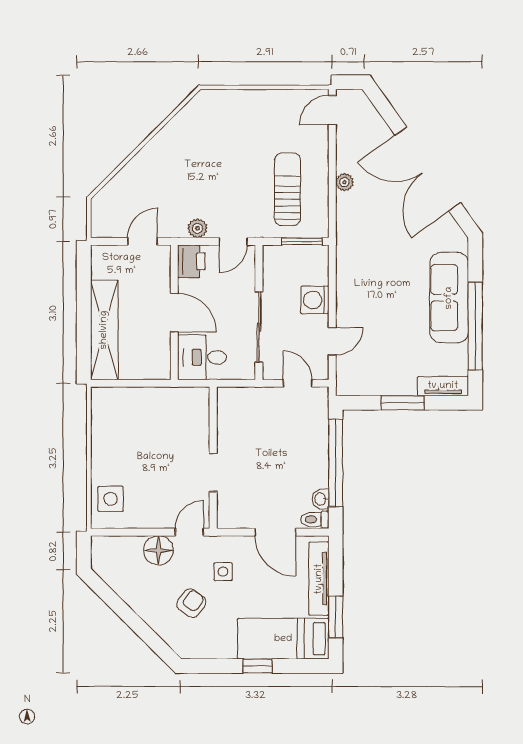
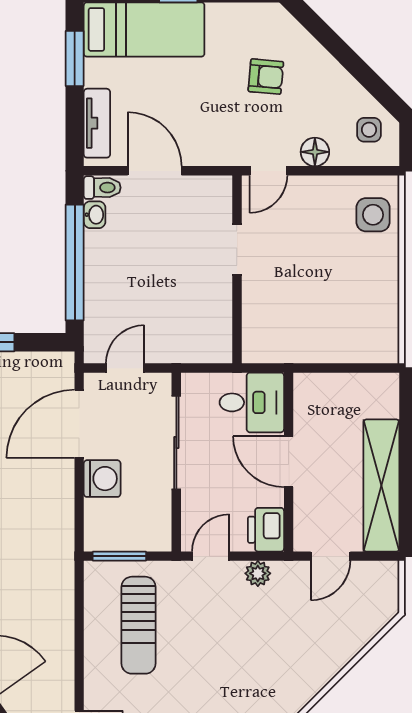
plant: (344, 182) -> (63, 635), removed
shelving: (104, 330) -> (381, 486), moved
door: (332, 341) -> (79, 424), width x1.87
door: (298, 383) -> (125, 368), swing flipped
floor lamp: (158, 550) -> (315, 152), width x0.73, depth x0.73
side table: (223, 572) -> (369, 130), moved
tv unit: (319, 579) -> (97, 123), width x0.71
armchair: (191, 603) -> (266, 77), turned -121

